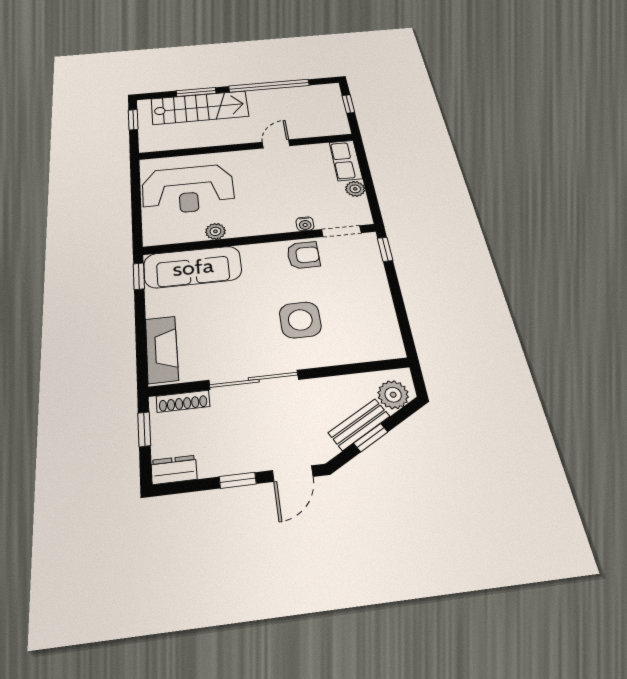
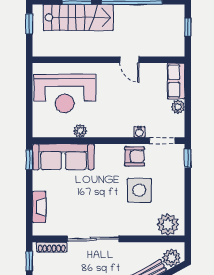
door: (276, 144) -> (129, 60), swing flipped
side table: (300, 320) -> (139, 190), moved
plant: (376, 344) -> (168, 225), added
fireplace: (162, 349) -> (39, 207), width x0.73, depth x0.76

